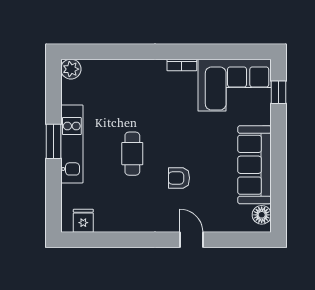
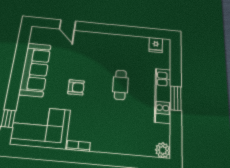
armchair: (179, 178) -> (76, 87), moved
floor lamp: (262, 215) -> (36, 37), removed
door: (191, 240) -> (68, 25), moved

